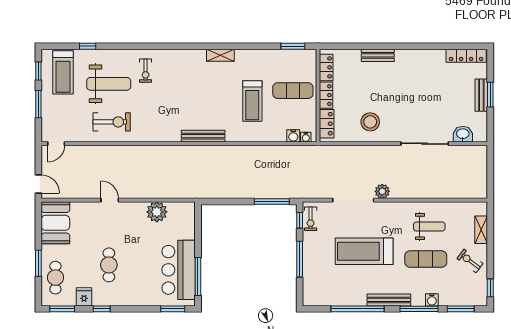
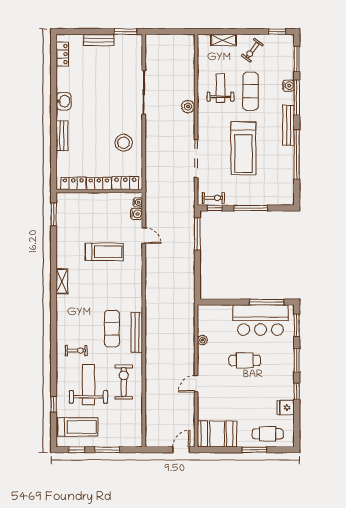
locker: (466, 56) -> (62, 54), width x0.66
exercise mat: (293, 91) -> (112, 329), moved
window: (490, 95) -> (126, 32), moved
washbasin: (463, 134) -> (64, 101), moved, turned 180
bench: (203, 136) -> (137, 332), moved
door: (56, 144) -> (144, 236), moved
plant: (382, 191) -> (188, 107), moved
plant: (157, 212) -> (202, 340), width x0.53, depth x0.53
cafe table: (109, 265) -> (245, 360), moved
window: (62, 309) -> (297, 360), moved

